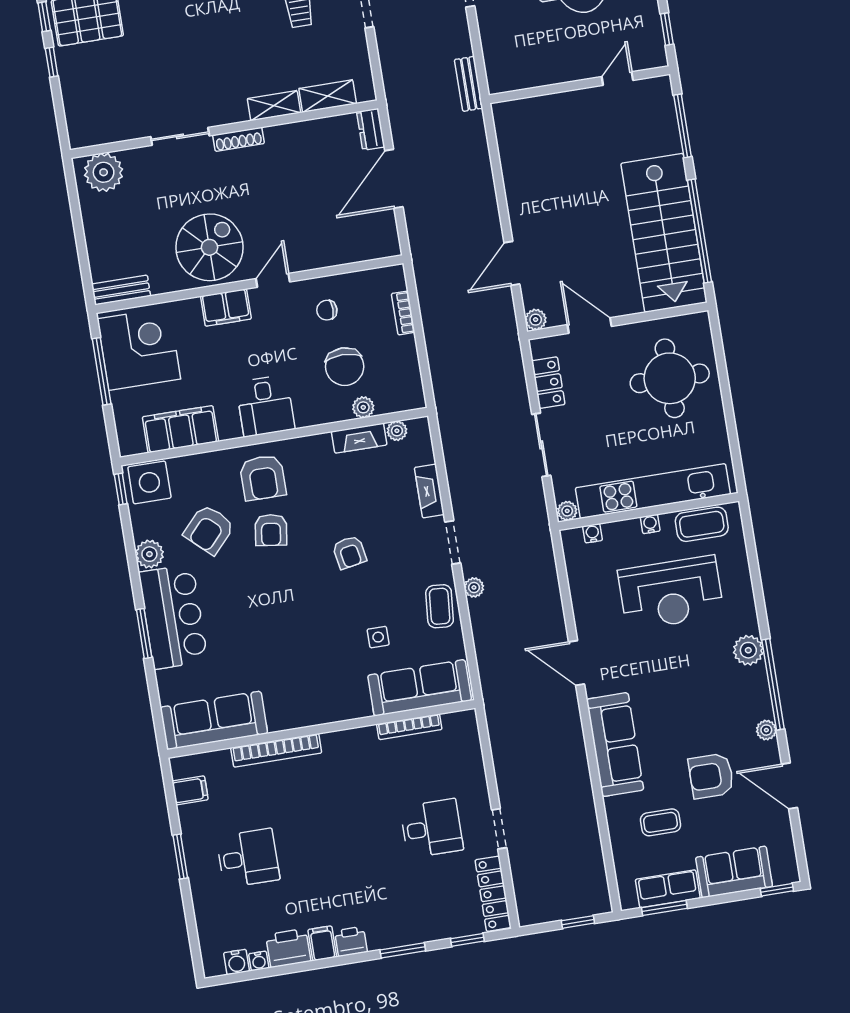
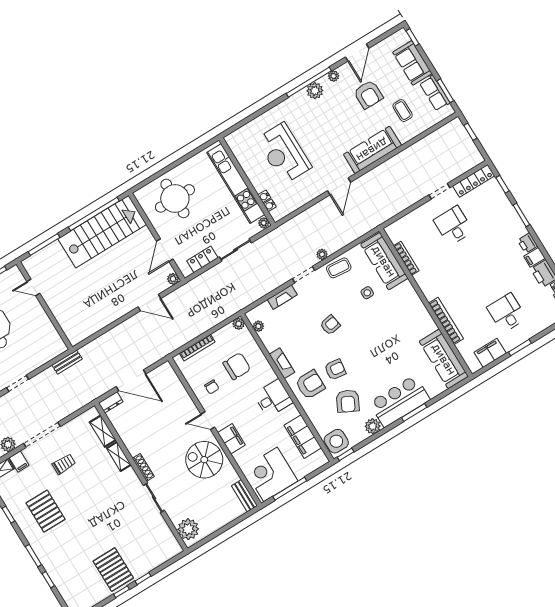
bookcase: (403, 313) -> (197, 348), width x1.56
plant: (363, 407) -> (239, 324), moved
fireplace: (359, 438) -> (282, 363), moved
water cooler: (650, 524) -> (264, 196), moved
coffee table: (702, 524) -> (242, 152), removed
armchair: (209, 529) -> (348, 401), turned 74
reception desk: (671, 593) -> (284, 153), turned 180
plant: (748, 650) -> (315, 91), moved
filing cabinet: (190, 790) -> (490, 353), width x2.00

